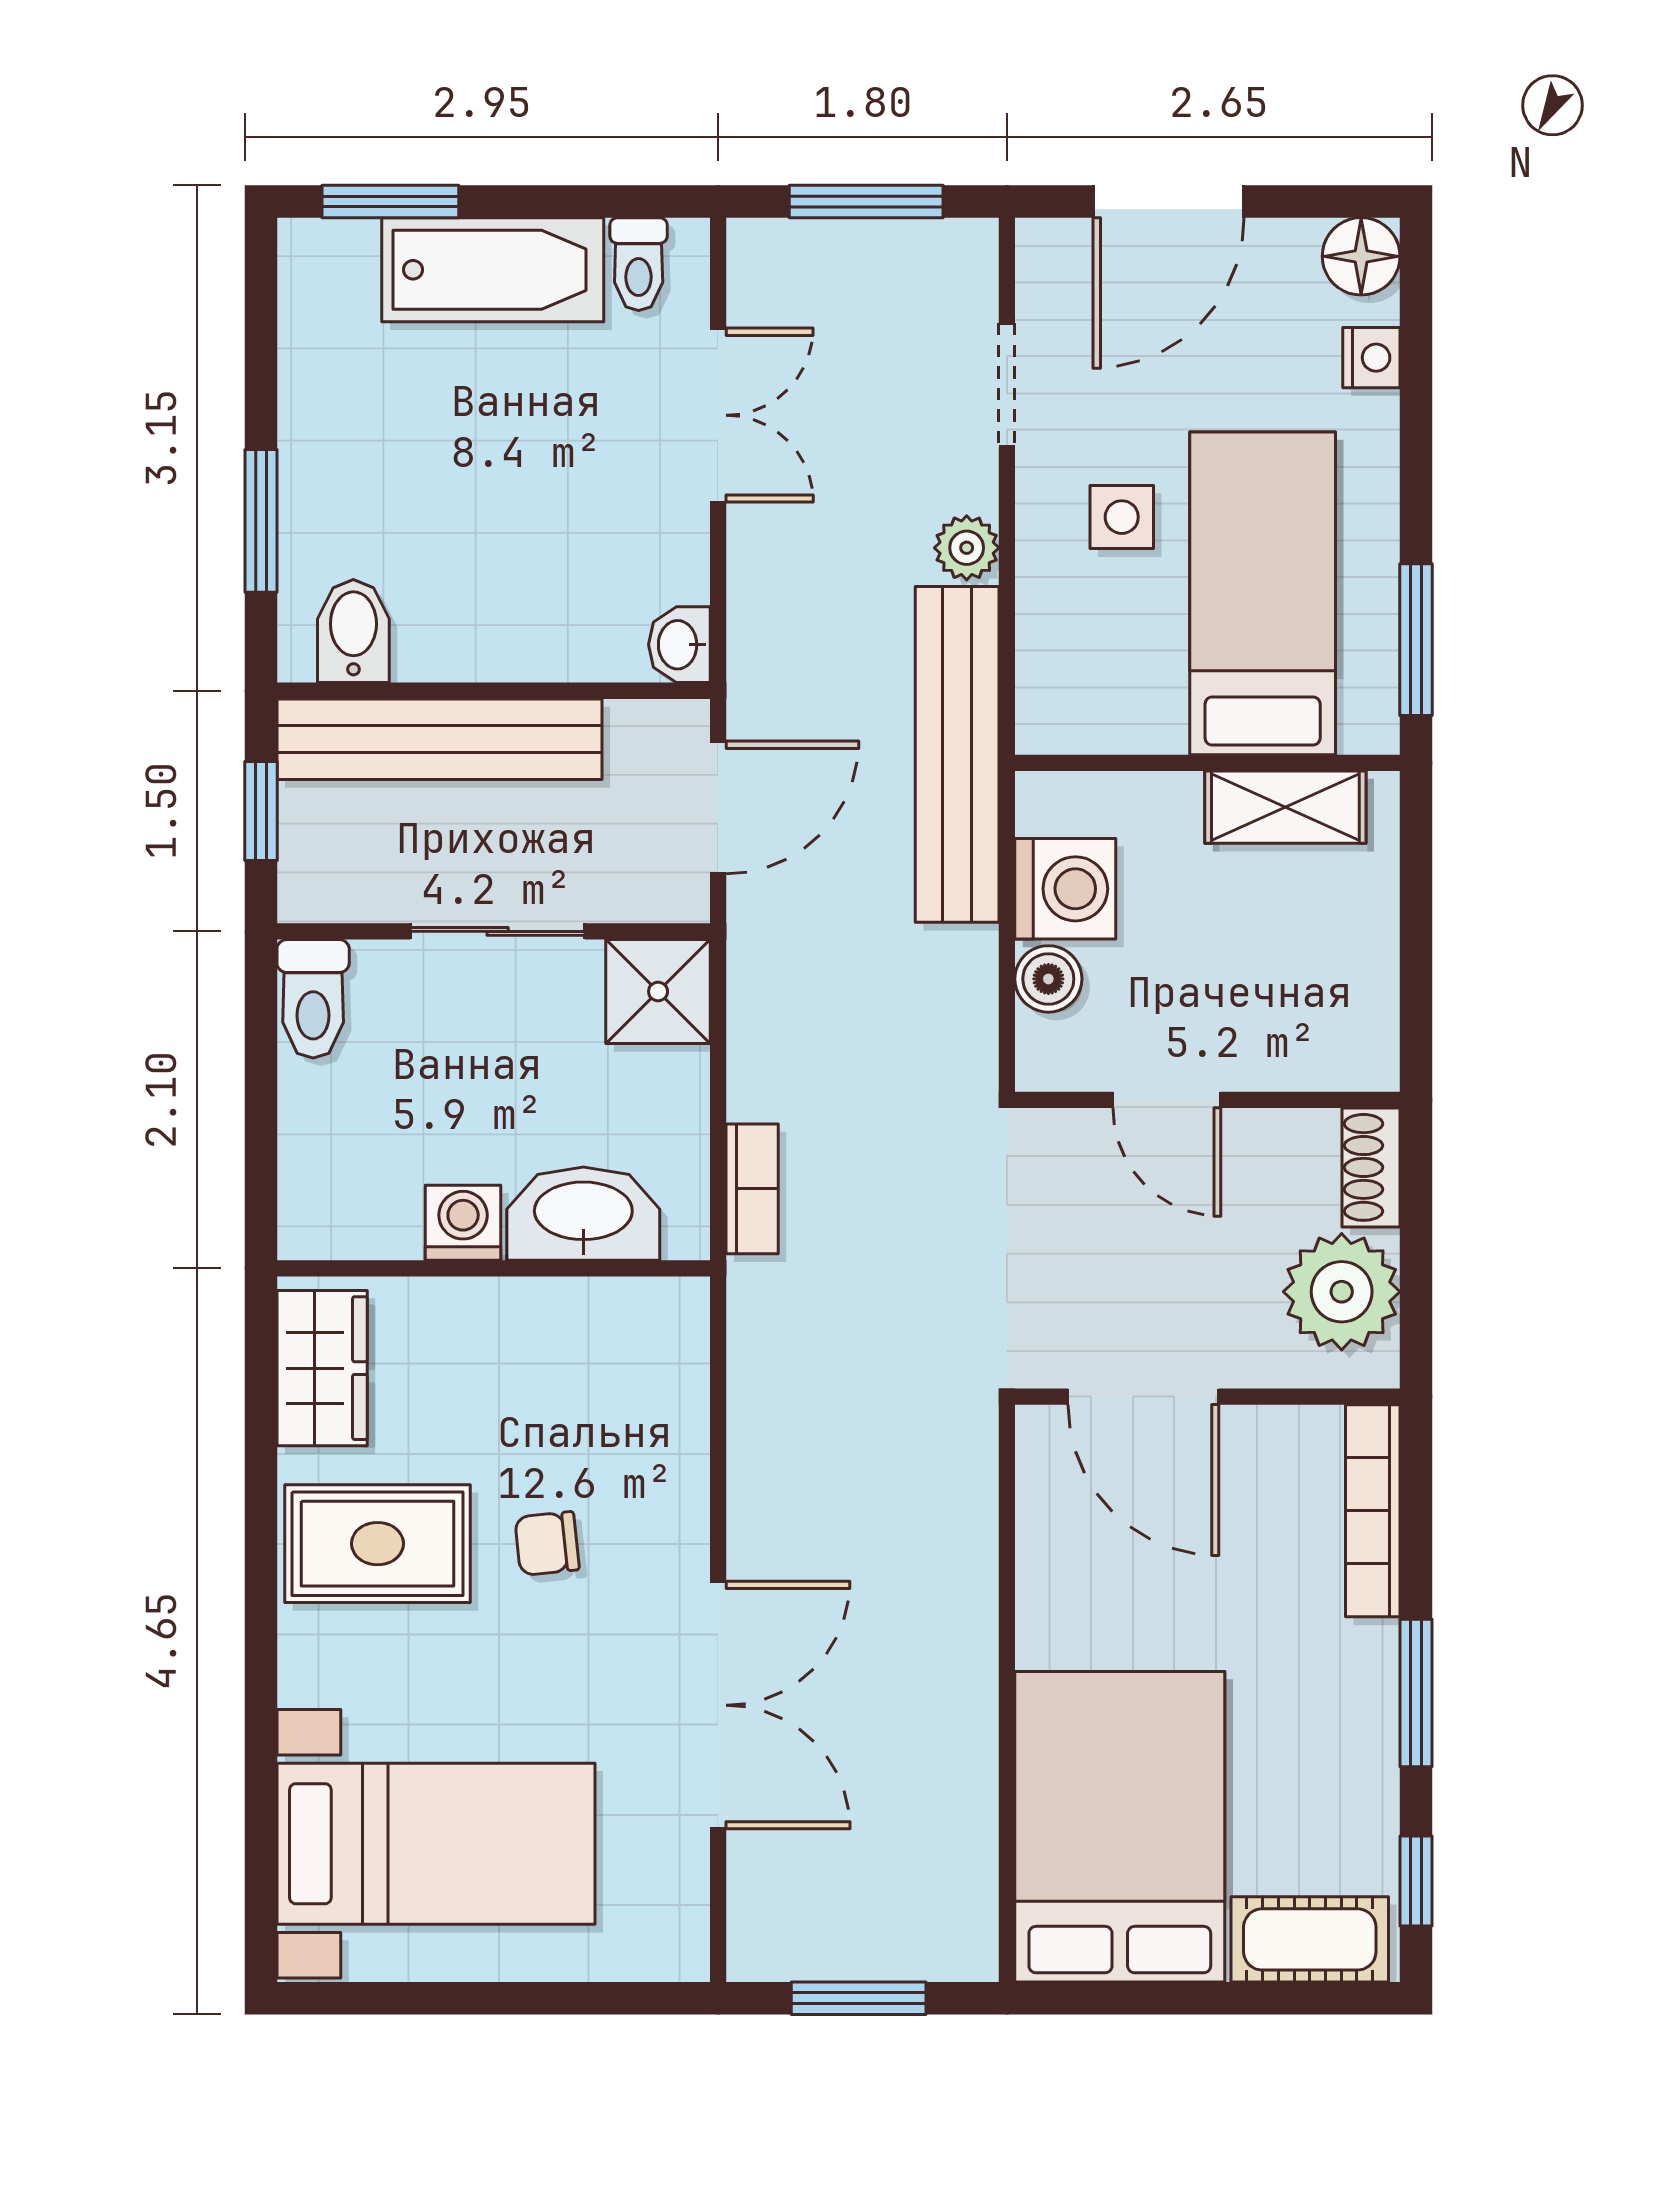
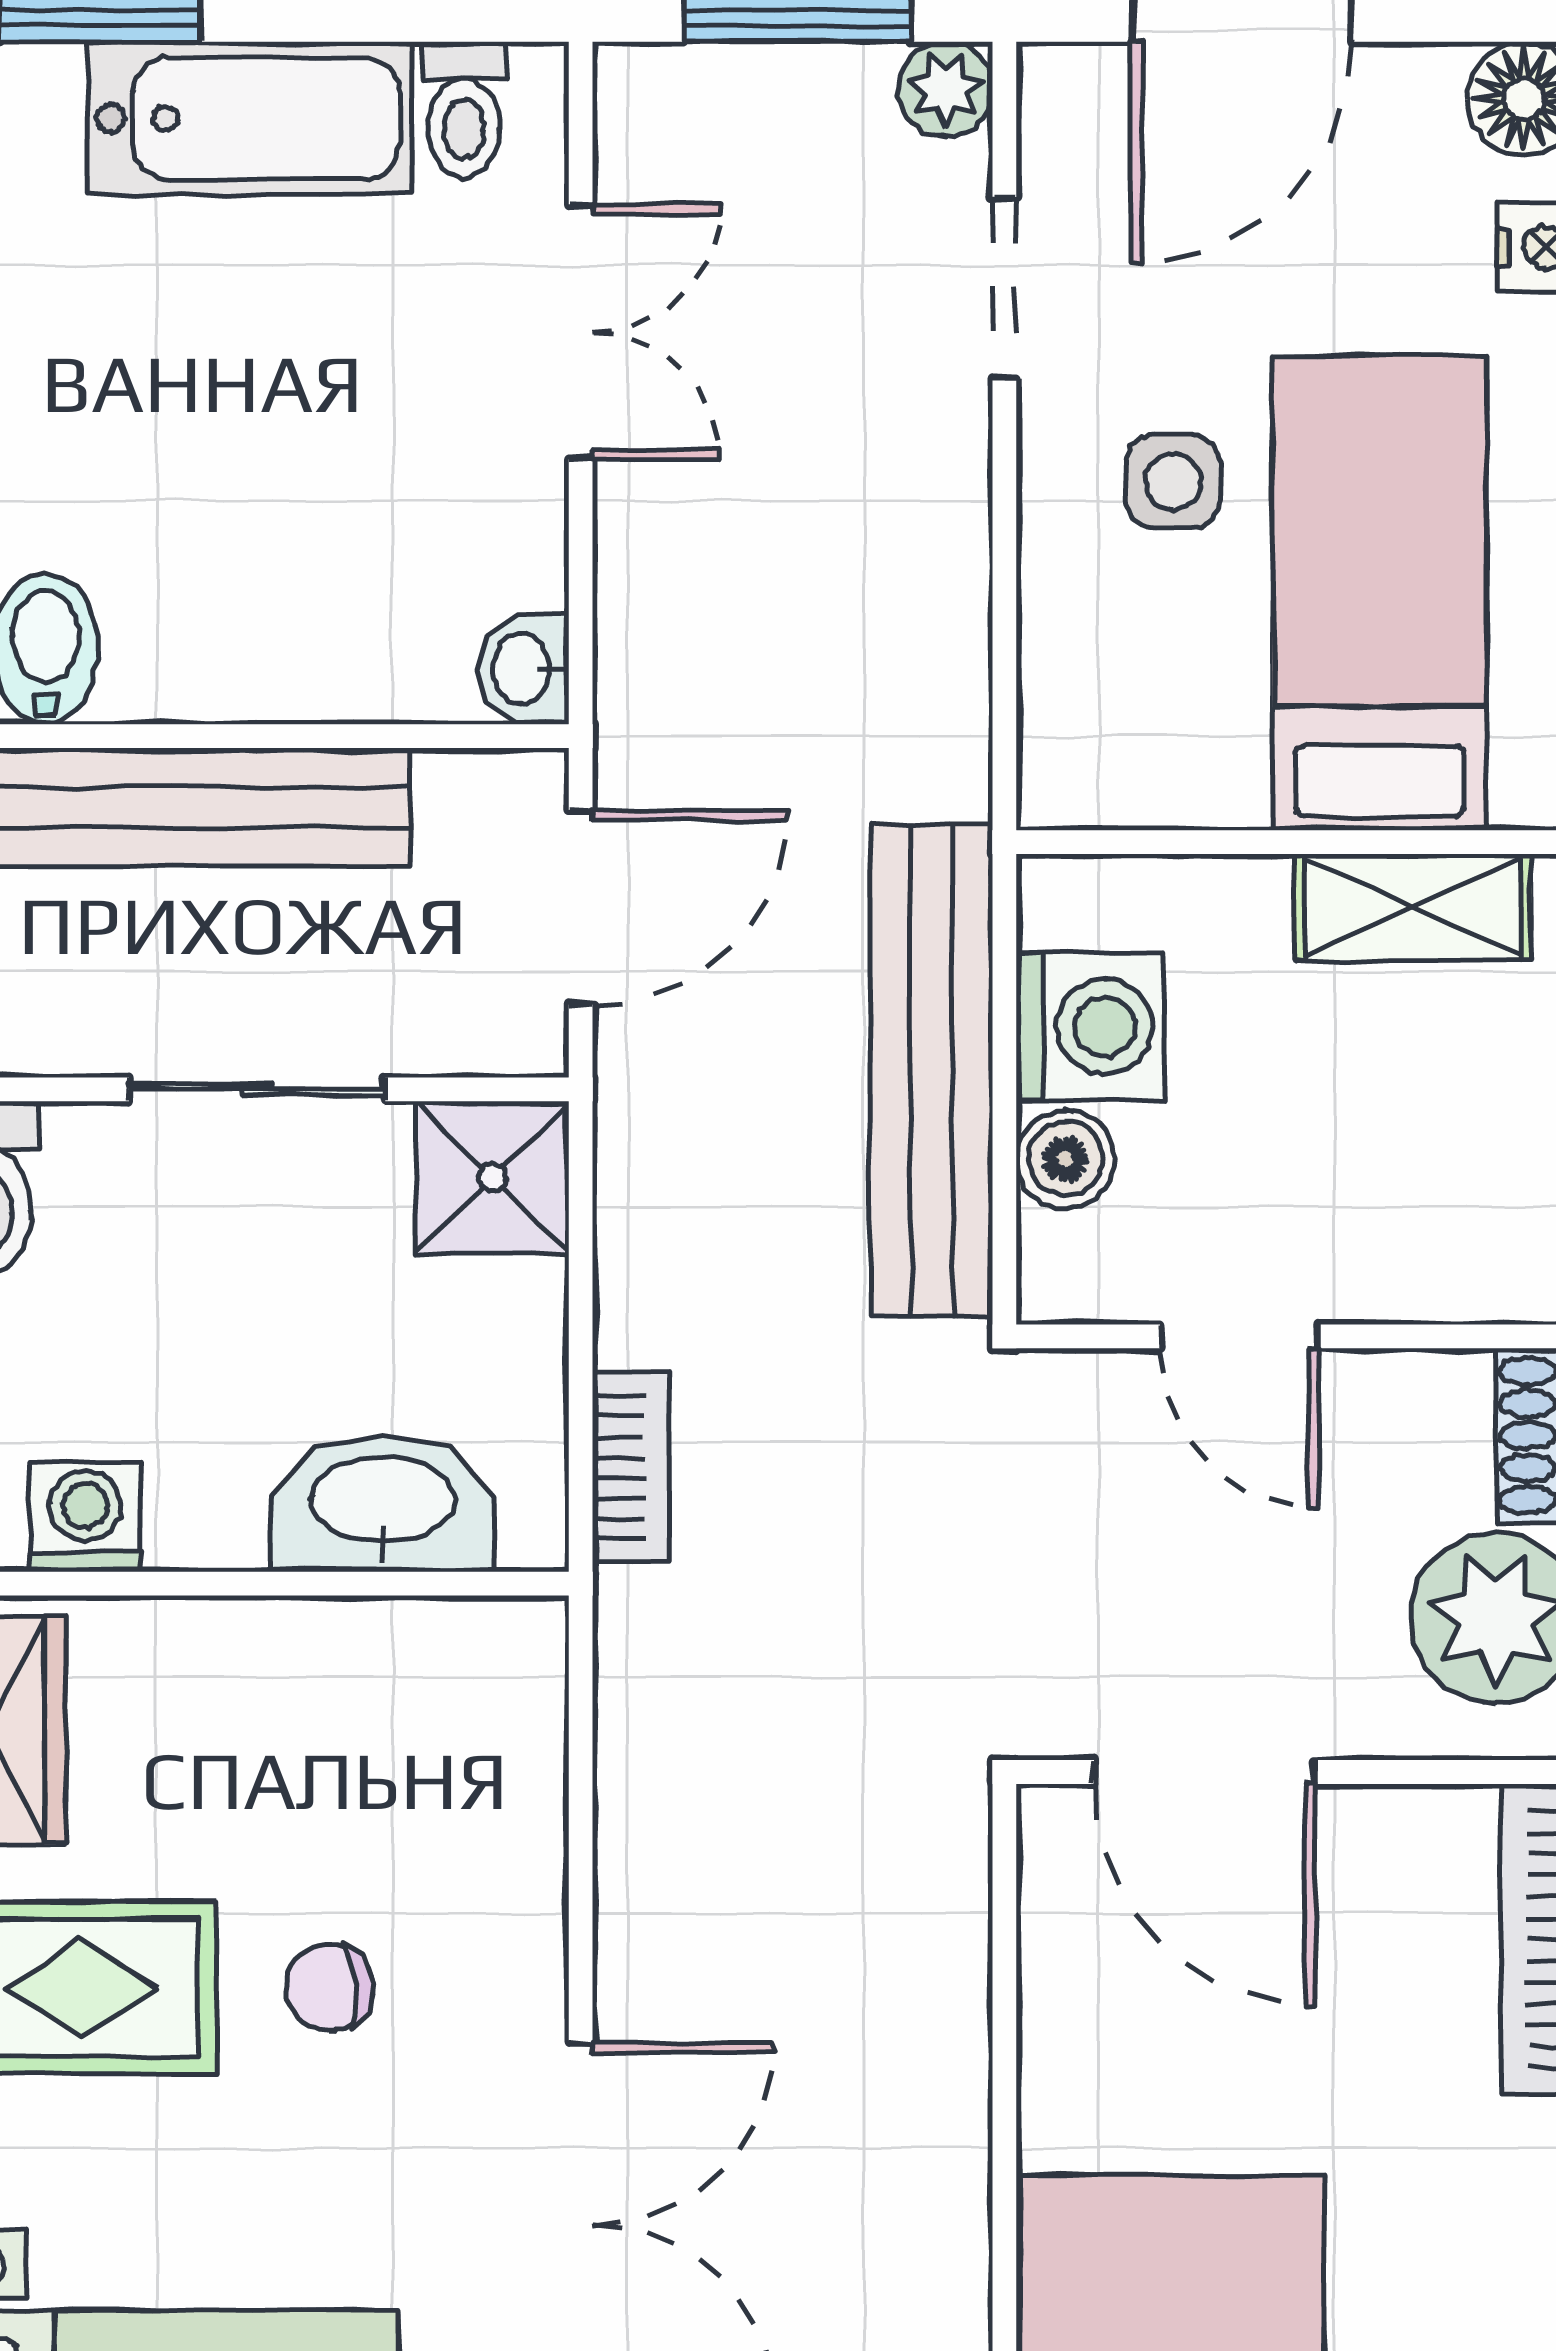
plant: (967, 548) -> (945, 89), moved
bench: (957, 754) -> (931, 1070), moved
washing machine: (463, 1223) -> (85, 1517), moved

